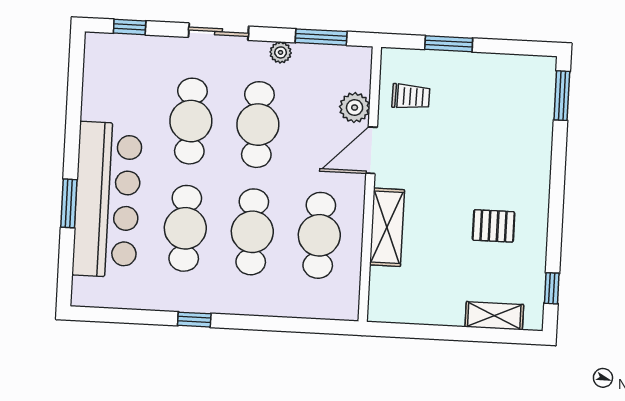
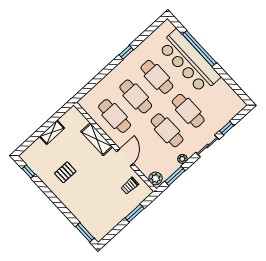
window: (130, 27) -> (227, 128), moved
plant: (355, 108) -> (156, 178), moved
window: (69, 203) -> (199, 49), width x2.11
shelving: (494, 316) -> (52, 132), moved

